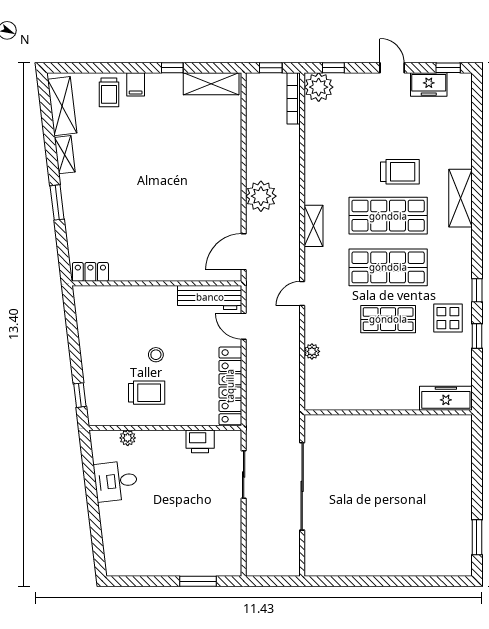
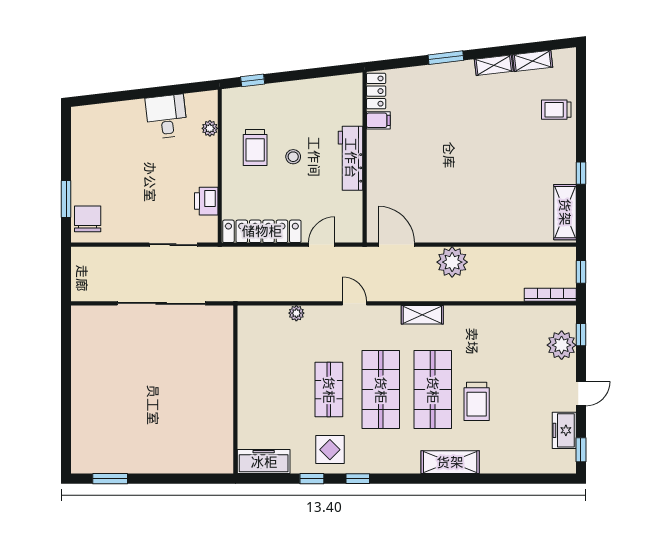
filing cabinet: (136, 84) -> (378, 120), moved, turned 180
plant: (319, 87) -> (562, 345), moved
shelving: (62, 106) -> (533, 61), width x0.67, depth x0.75
workbench: (210, 297) -> (351, 158), moved
freezer: (446, 398) -> (264, 462), moved, turned -90
chair: (218, 560) -> (88, 219), added

